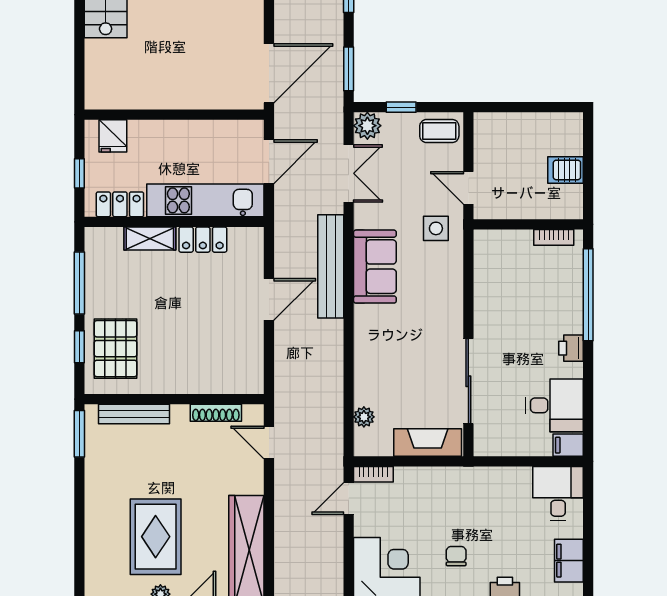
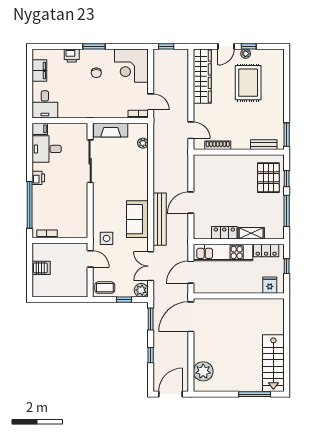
bench: (134, 414) -> (264, 145), width x0.73
door: (349, 498) -> (151, 102), hinge flipped

